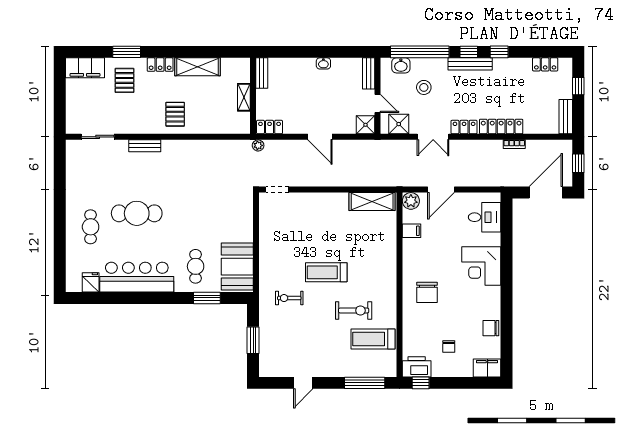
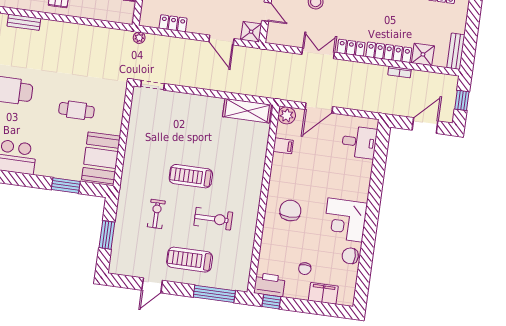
window: (578, 86) -> (473, 22), removed
shower: (399, 124) -> (423, 54), moved
locker: (270, 127) -> (173, 23), moved
door: (320, 137) -> (221, 40), moved
double door: (433, 137) -> (318, 53), swing flipped
door: (546, 192) -> (425, 126), width x0.73
cafe table: (196, 266) -> (76, 110), moved, turned 90
corner desk: (481, 266) -> (345, 220), moved
chair: (427, 292) -> (290, 211), turned 180
exercise bike: (289, 298) -> (156, 214), moved, turned 90
treadmill: (373, 339) -> (190, 260), moved
filing cabinet: (487, 368) -> (323, 293), moved

